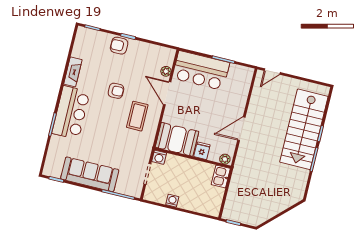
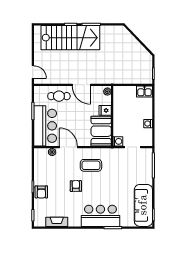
fireplace: (73, 72) -> (57, 222), moved
door: (167, 93) -> (68, 147), swing flipped
cafe table: (234, 97) -> (59, 96), added
sofa: (90, 174) -> (143, 205), moved
kitchen sink: (221, 177) -> (145, 91), moved

